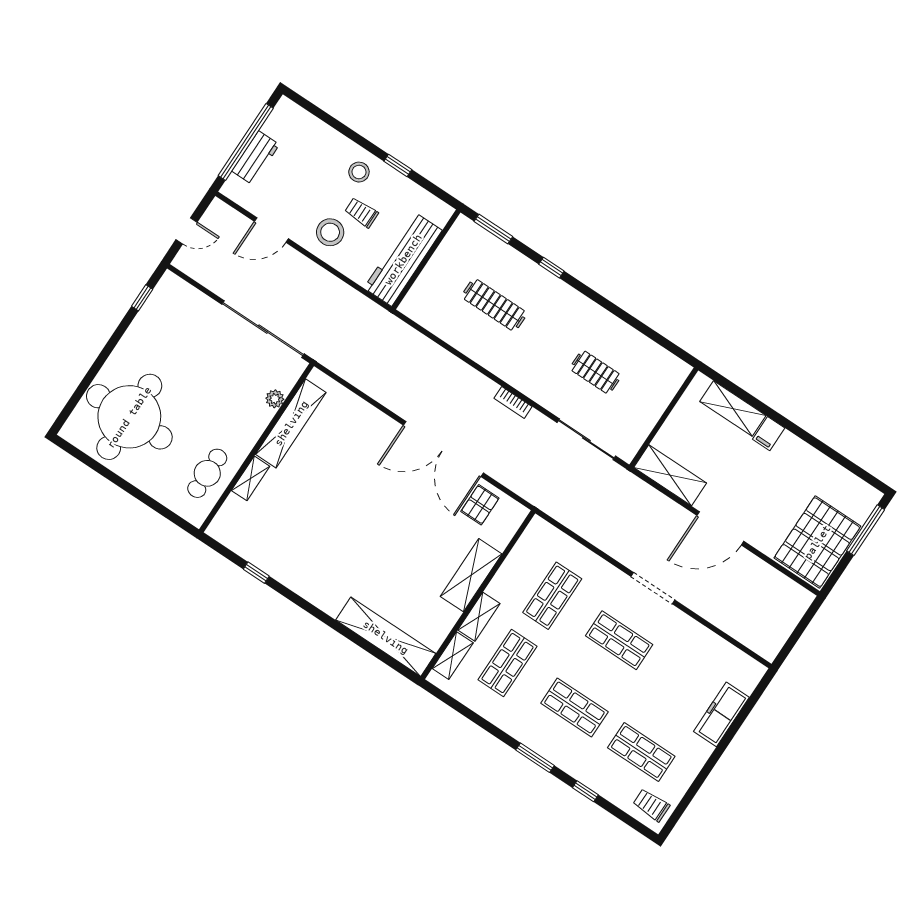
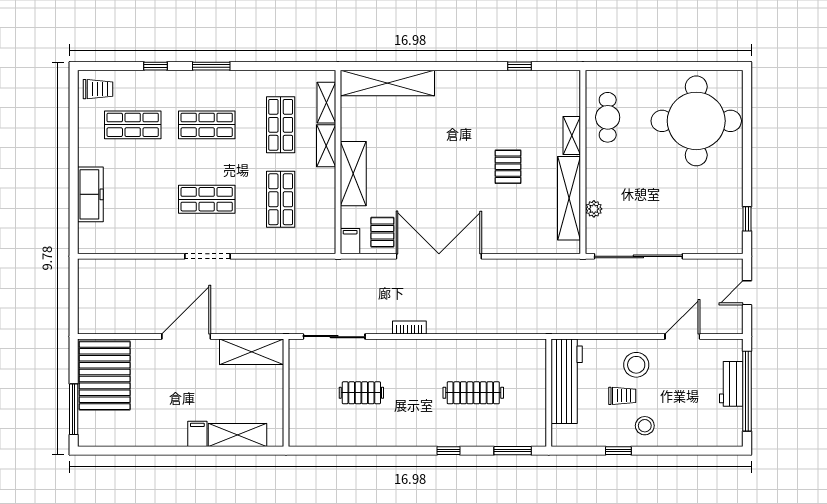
pallet: (327, 488) -> (508, 167), added
filing cabinet: (515, 516) -> (350, 241), added

